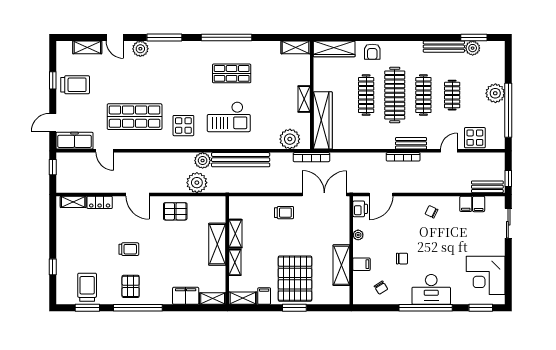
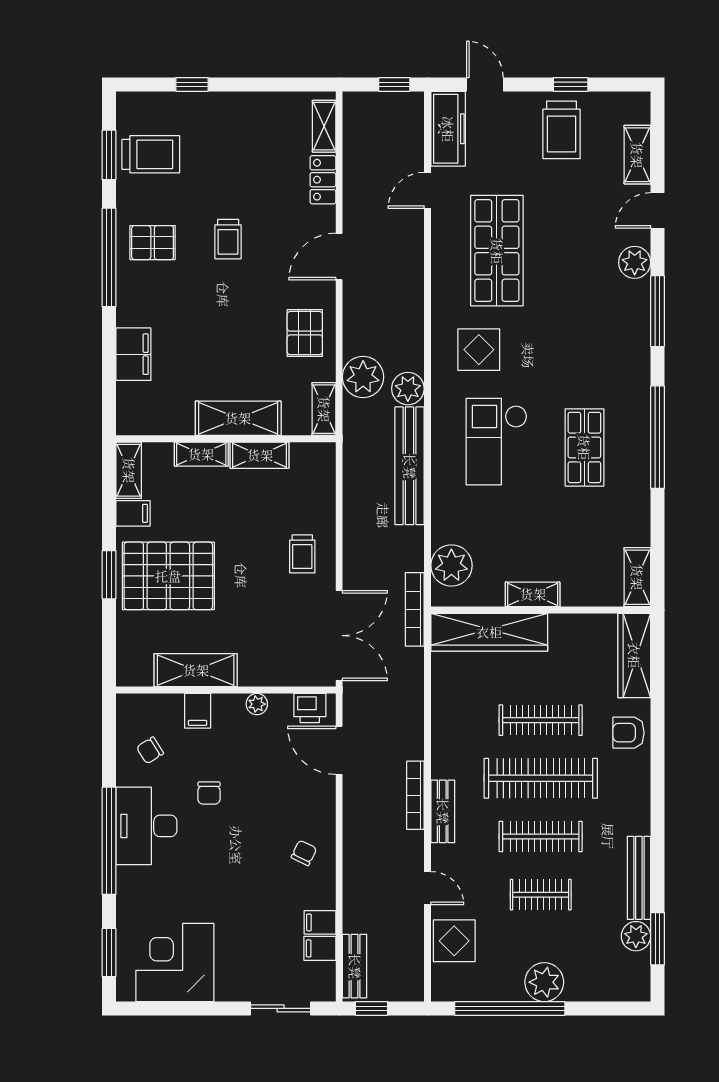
desk: (431, 289) -> (146, 826), moved
shelving: (213, 299) -> (324, 409), moved

